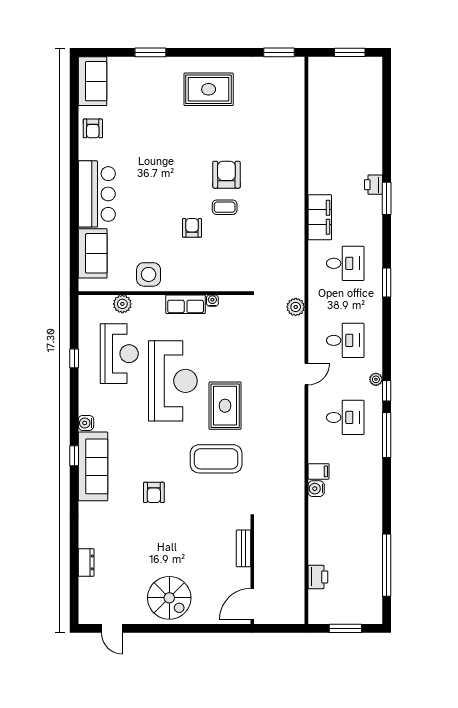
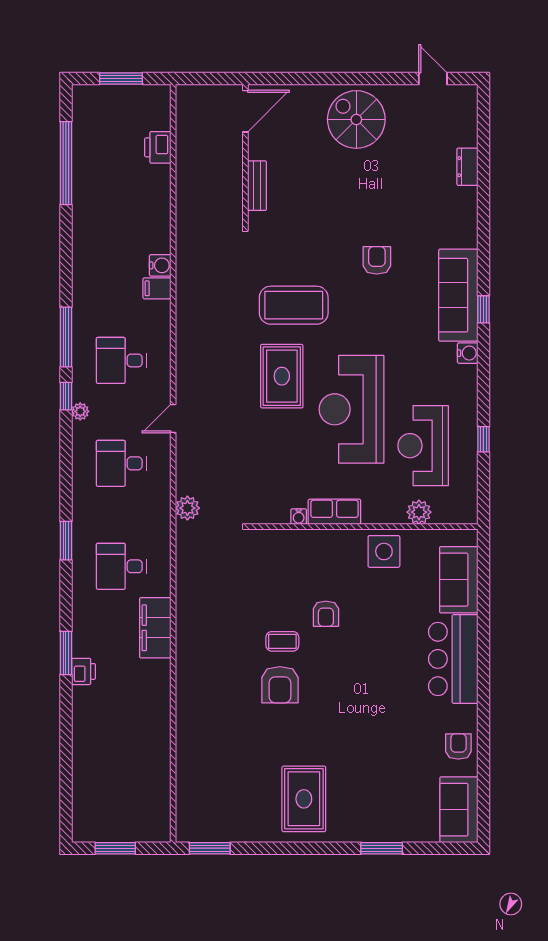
rug: (209, 89) -> (304, 799), turned 90

